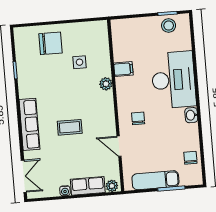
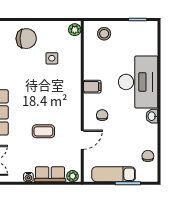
stool: (169, 26) -> (104, 34), moved
filing cabinet: (123, 69) -> (92, 87), moved
plant: (106, 84) -> (75, 30), moved
coffee table: (70, 127) -> (43, 131), moved
door: (119, 146) -> (82, 140), swing flipped

